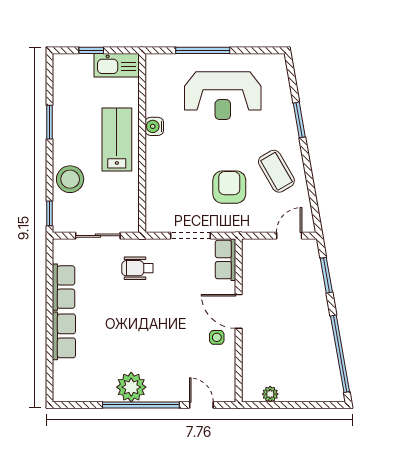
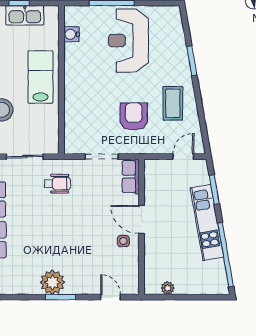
kitchen sink: (117, 65) -> (25, 15), moved
reception desk: (223, 96) -> (128, 41), turned 90
water cooler: (154, 126) -> (71, 34), moved
coffee table: (276, 171) -> (173, 103), turned 30
wheelchair: (137, 268) -> (58, 184), turned 180
kitchen unit: (317, 315) -> (207, 222), added
window: (141, 405) -> (60, 297), width x0.47

